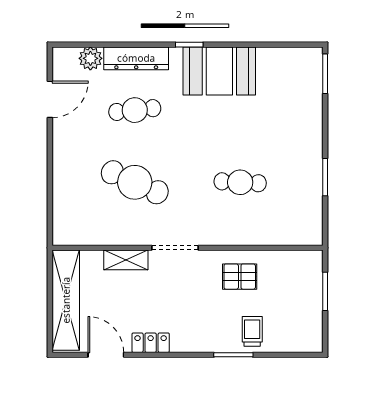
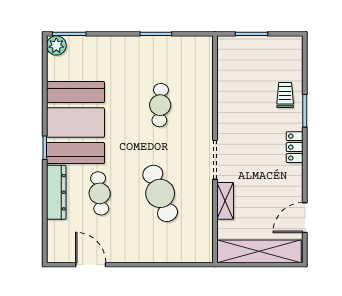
plant: (90, 58) -> (56, 45), moved
booth: (219, 71) -> (75, 123), width x1.36, depth x1.42
cafe table: (135, 182) -> (160, 193), turned -45
pallet: (240, 277) -> (239, 105), removed
trolley: (252, 331) -> (285, 95), turned 90
locker: (151, 343) -> (295, 147), moved

